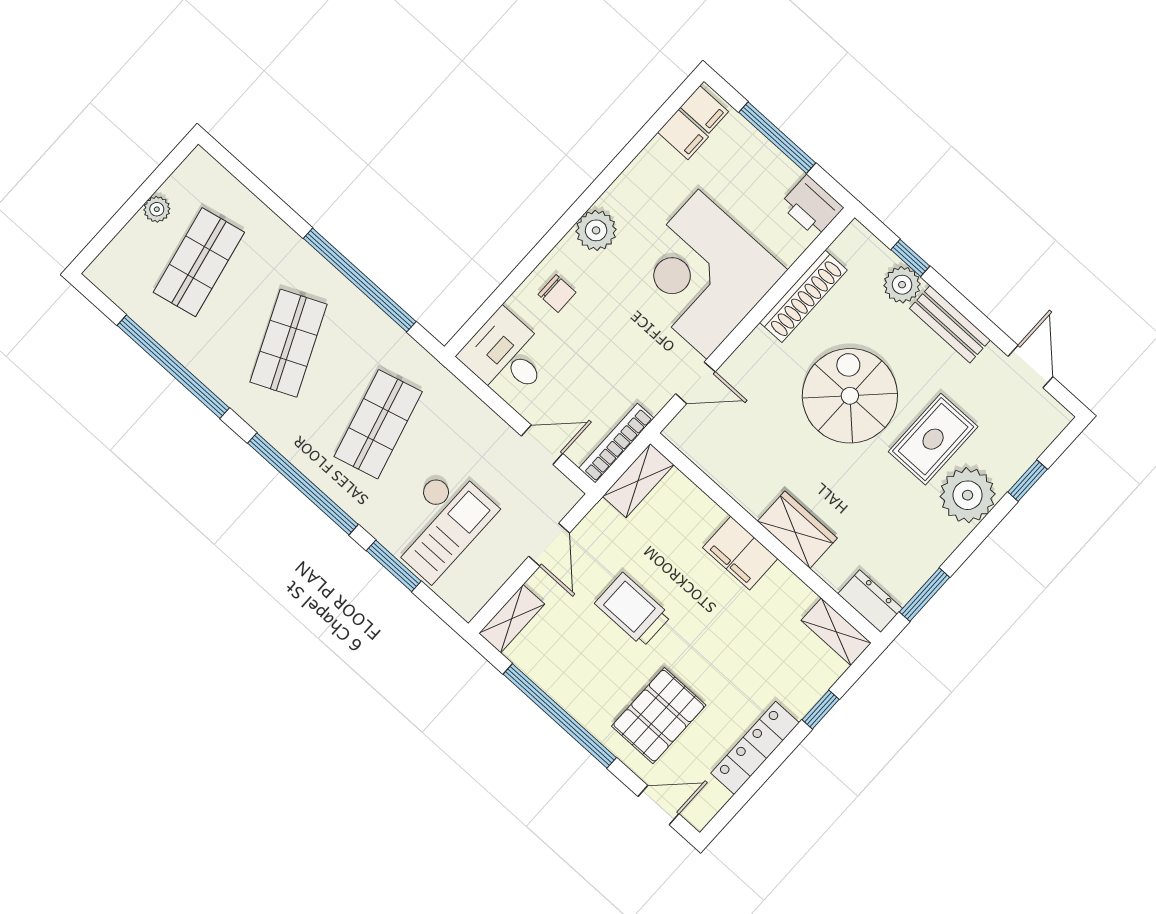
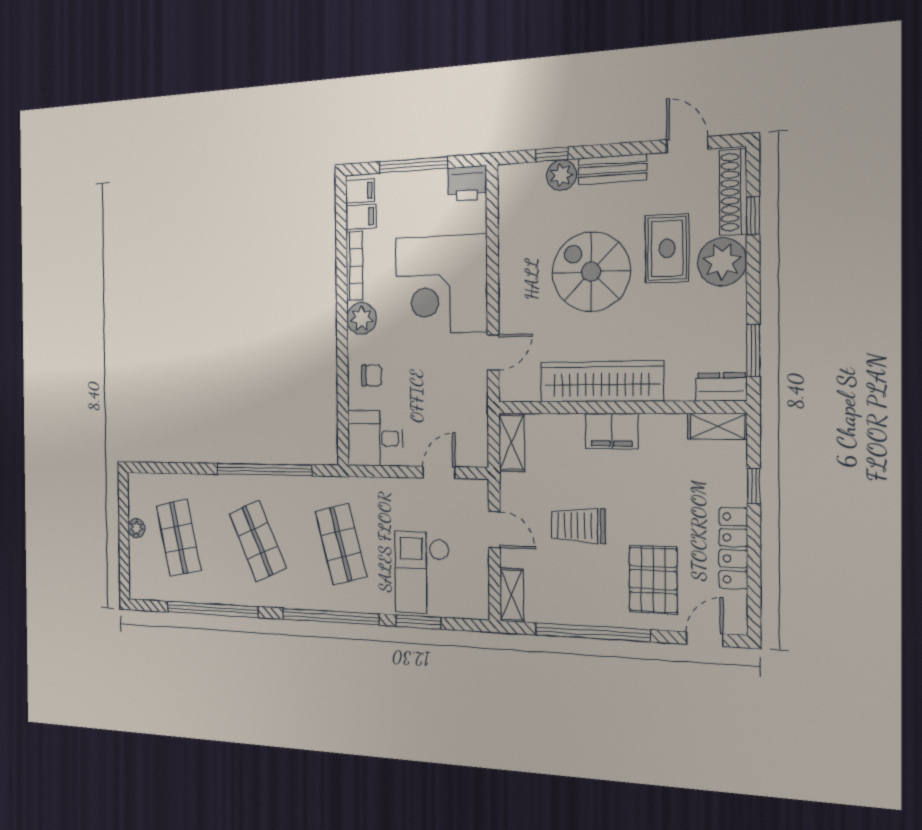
shoe rack: (803, 296) -> (733, 192), moved, turned 180
bookcase: (616, 443) -> (355, 266), moved, turned 180
checkout: (439, 523) -> (422, 573), turned 180
wardrobe: (797, 530) -> (601, 381), width x2.10, depth x1.17

